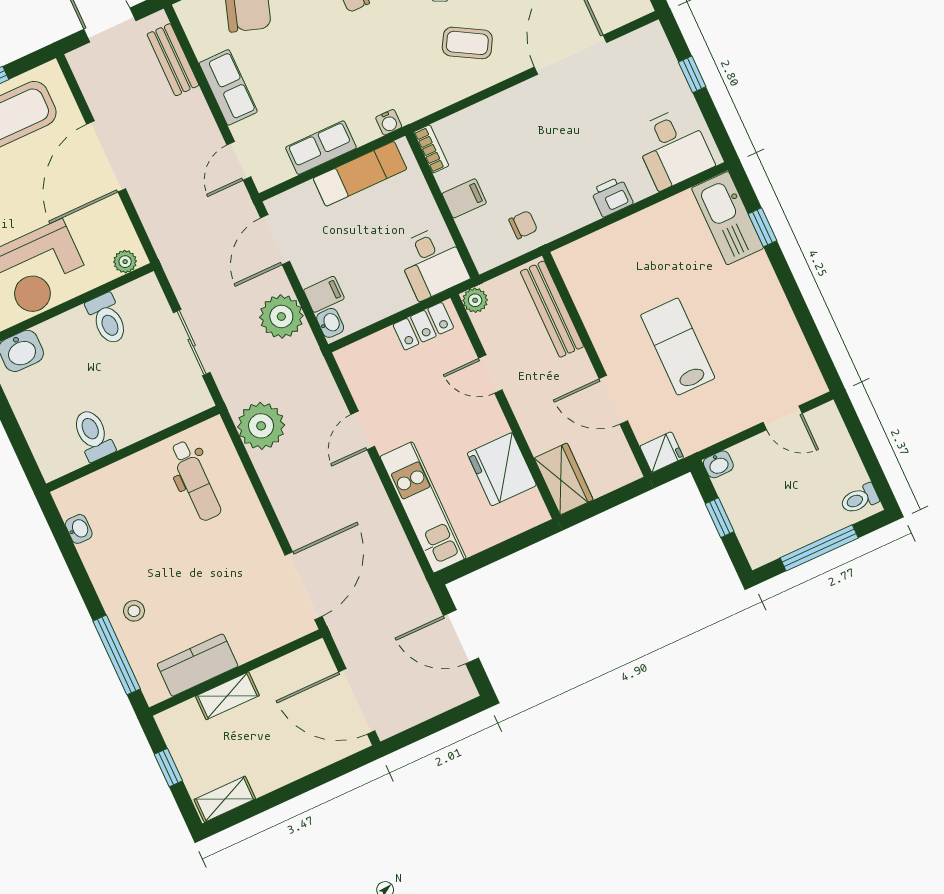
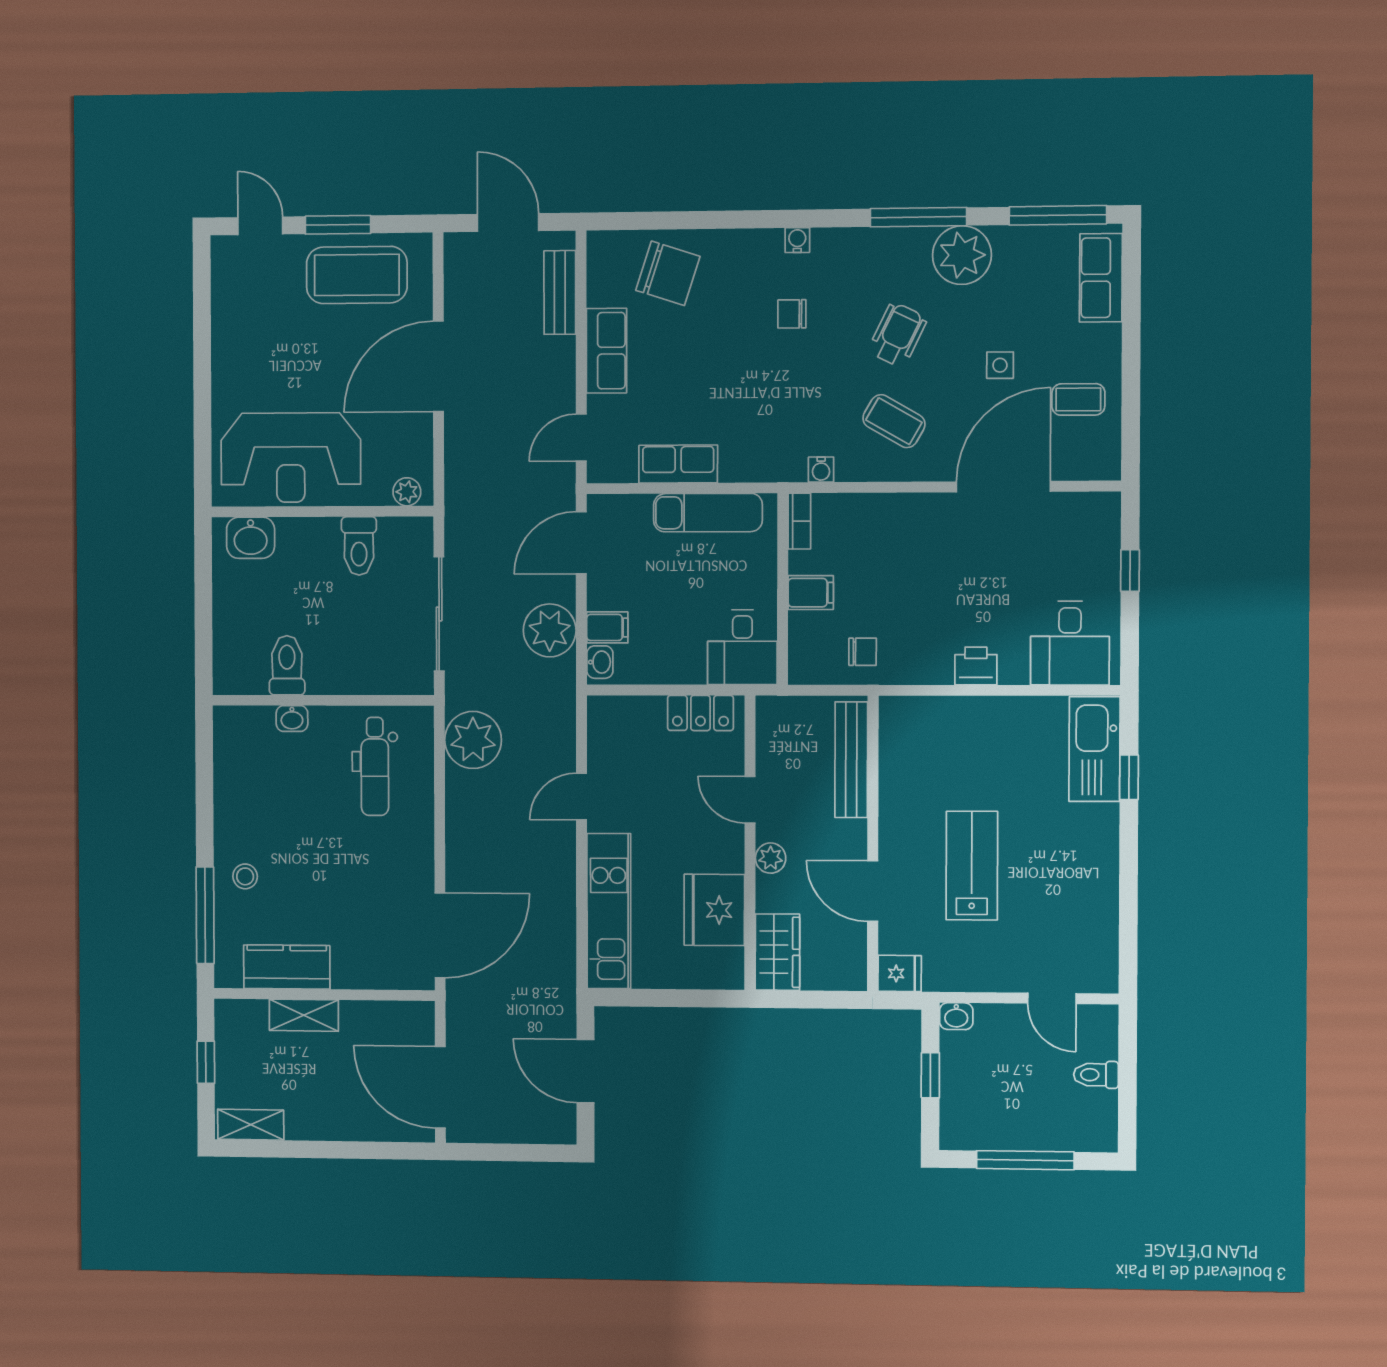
water cooler: (389, 122) -> (821, 470), moved
plant: (475, 300) -> (771, 858), moved
sliding door: (192, 343) -> (439, 614), width x1.37
toilet: (859, 499) -> (1096, 1075), moved
washbasin: (79, 529) -> (292, 719), moved, turned 90

